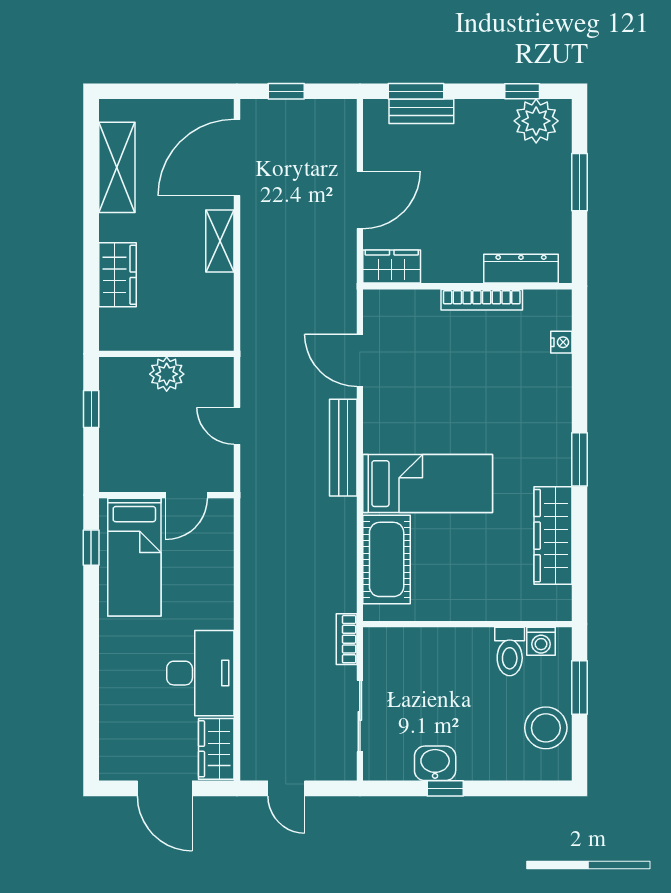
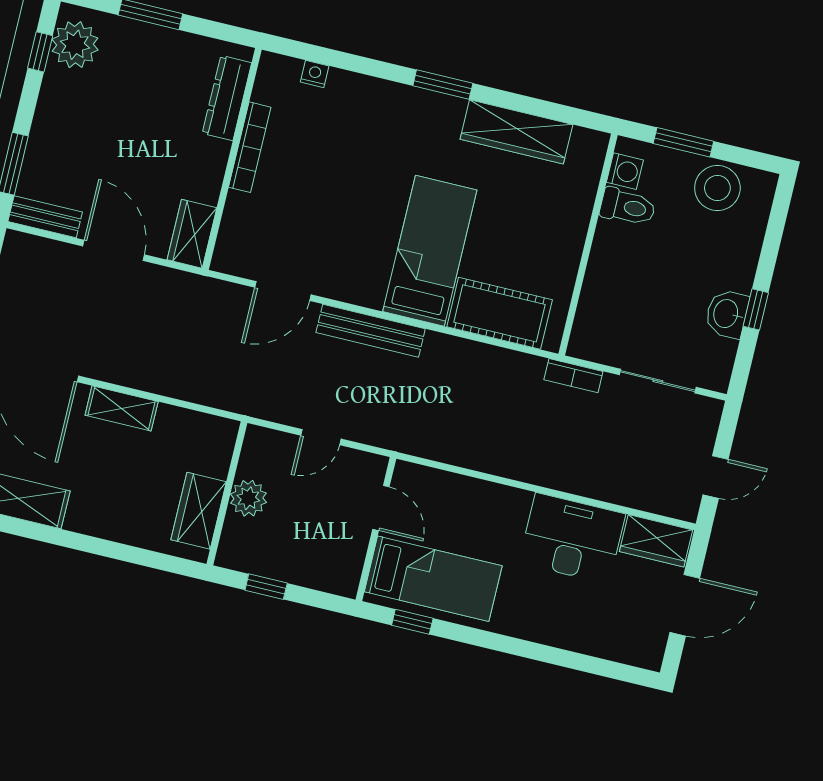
bench: (421, 111) -> (45, 217), moved, turned 90
wardrobe: (117, 275) -> (199, 511), moved, turned -90

